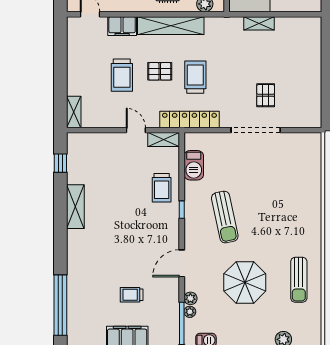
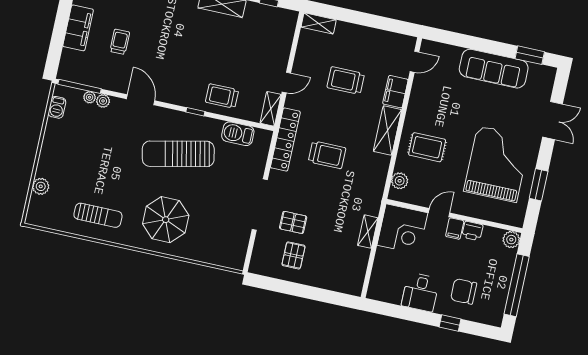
shelving: (171, 26) -> (387, 131), width x0.68
pallet: (160, 71) -> (293, 255), moved
sun lounger: (225, 217) -> (178, 154), width x1.36, depth x1.34
sun lounger: (299, 280) -> (98, 215), turned 180
parasol: (245, 282) -> (166, 220), moved

